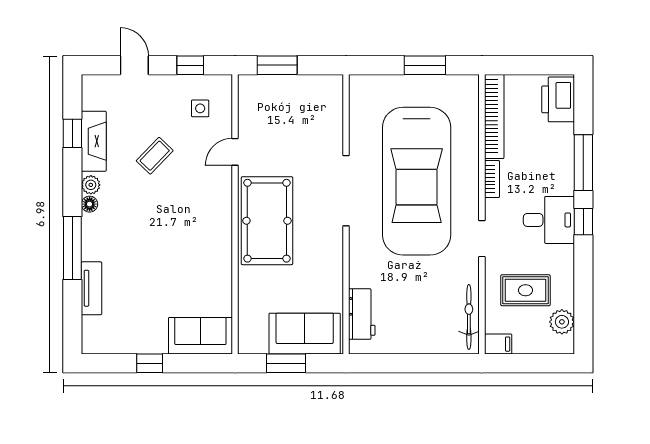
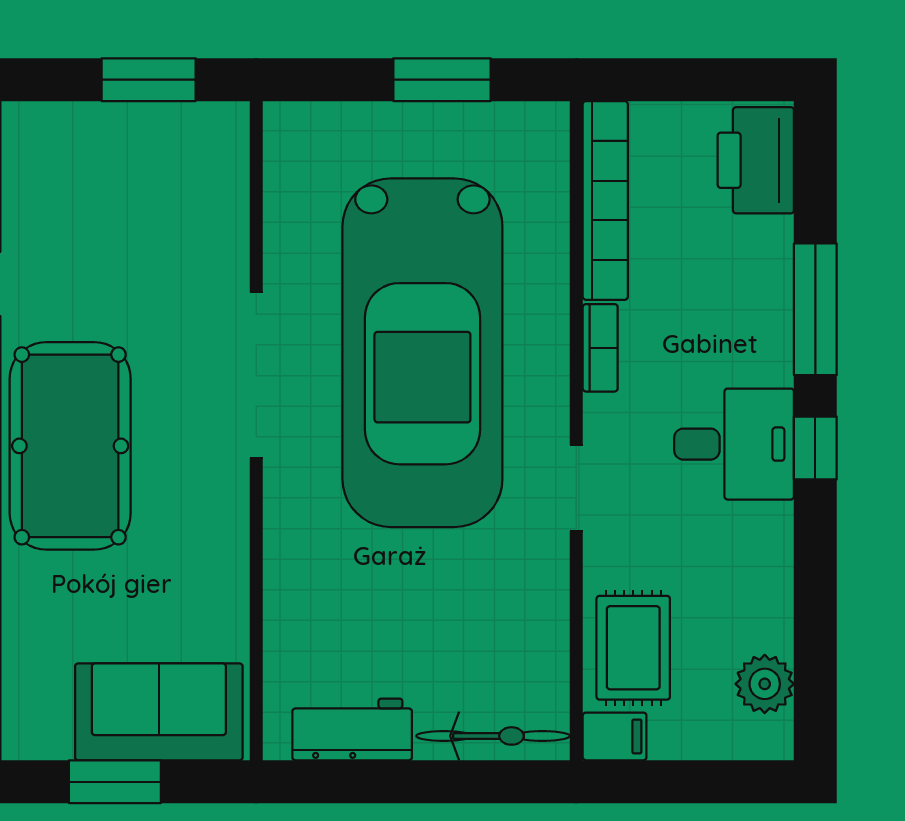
window: (277, 65) -> (149, 80), moved
rug: (525, 290) -> (633, 648), moved, turned 90
workbench: (362, 314) -> (352, 729), moved, turned -90
bicycle: (469, 317) -> (493, 736), moved, turned 90

